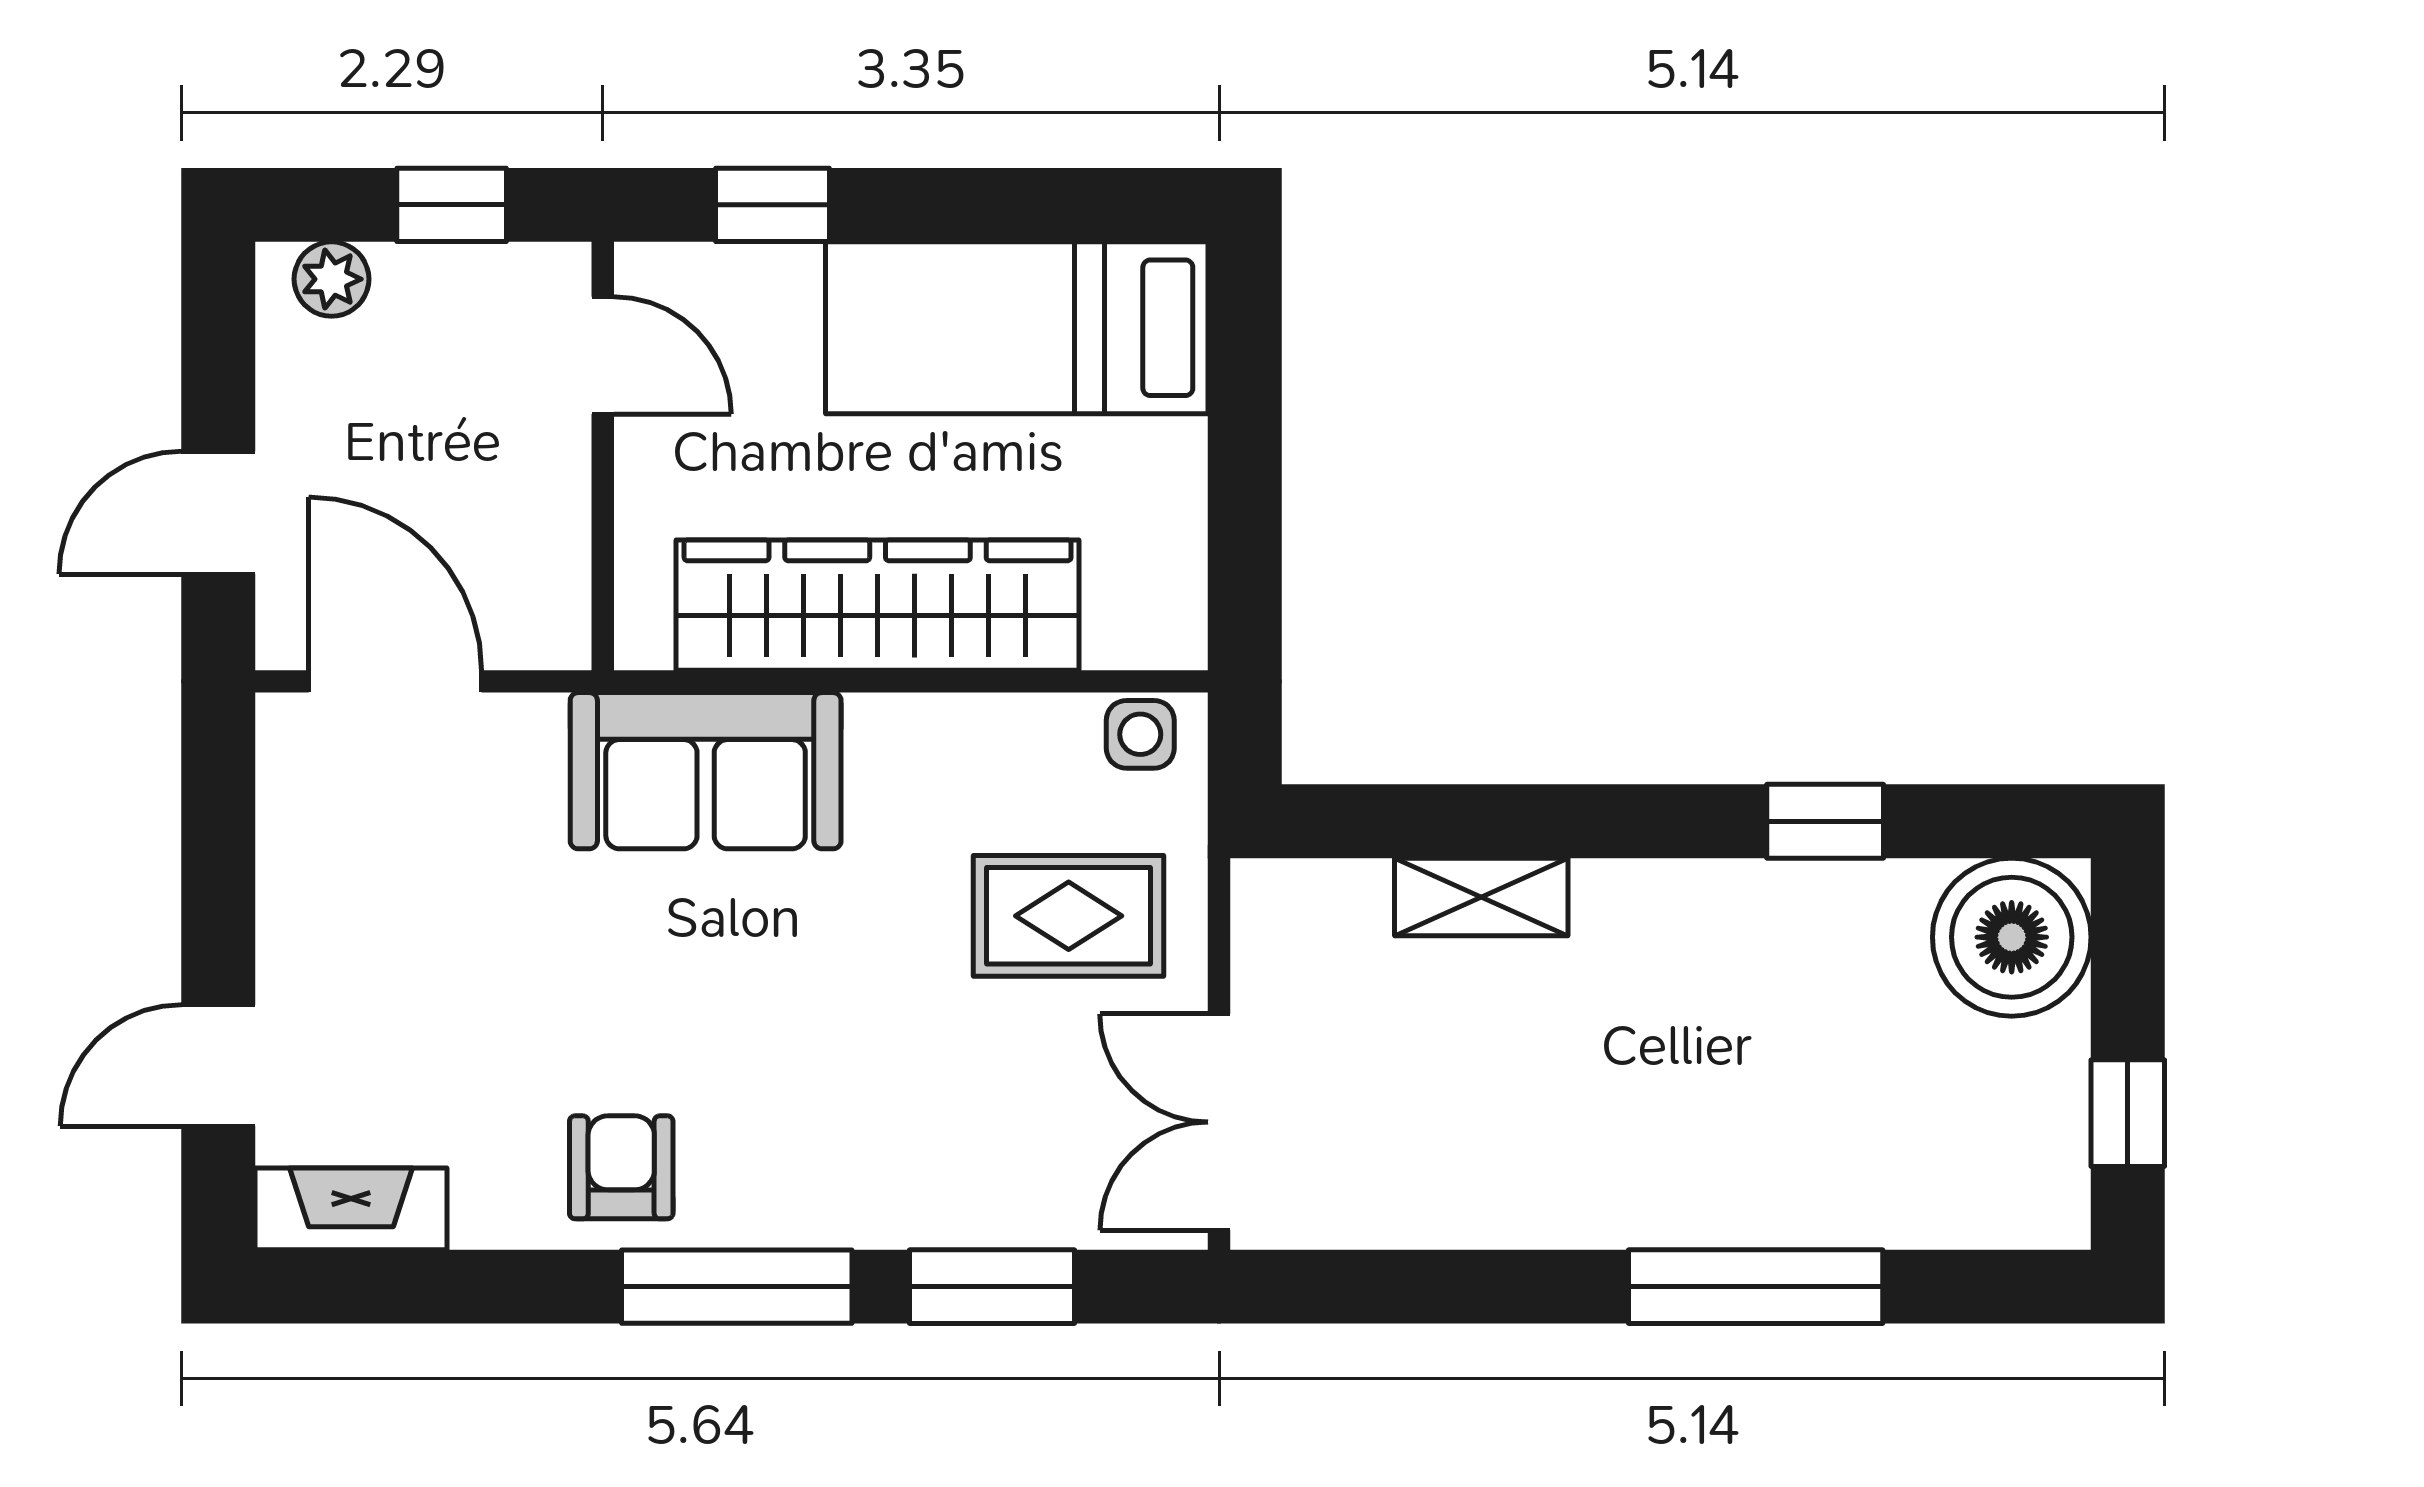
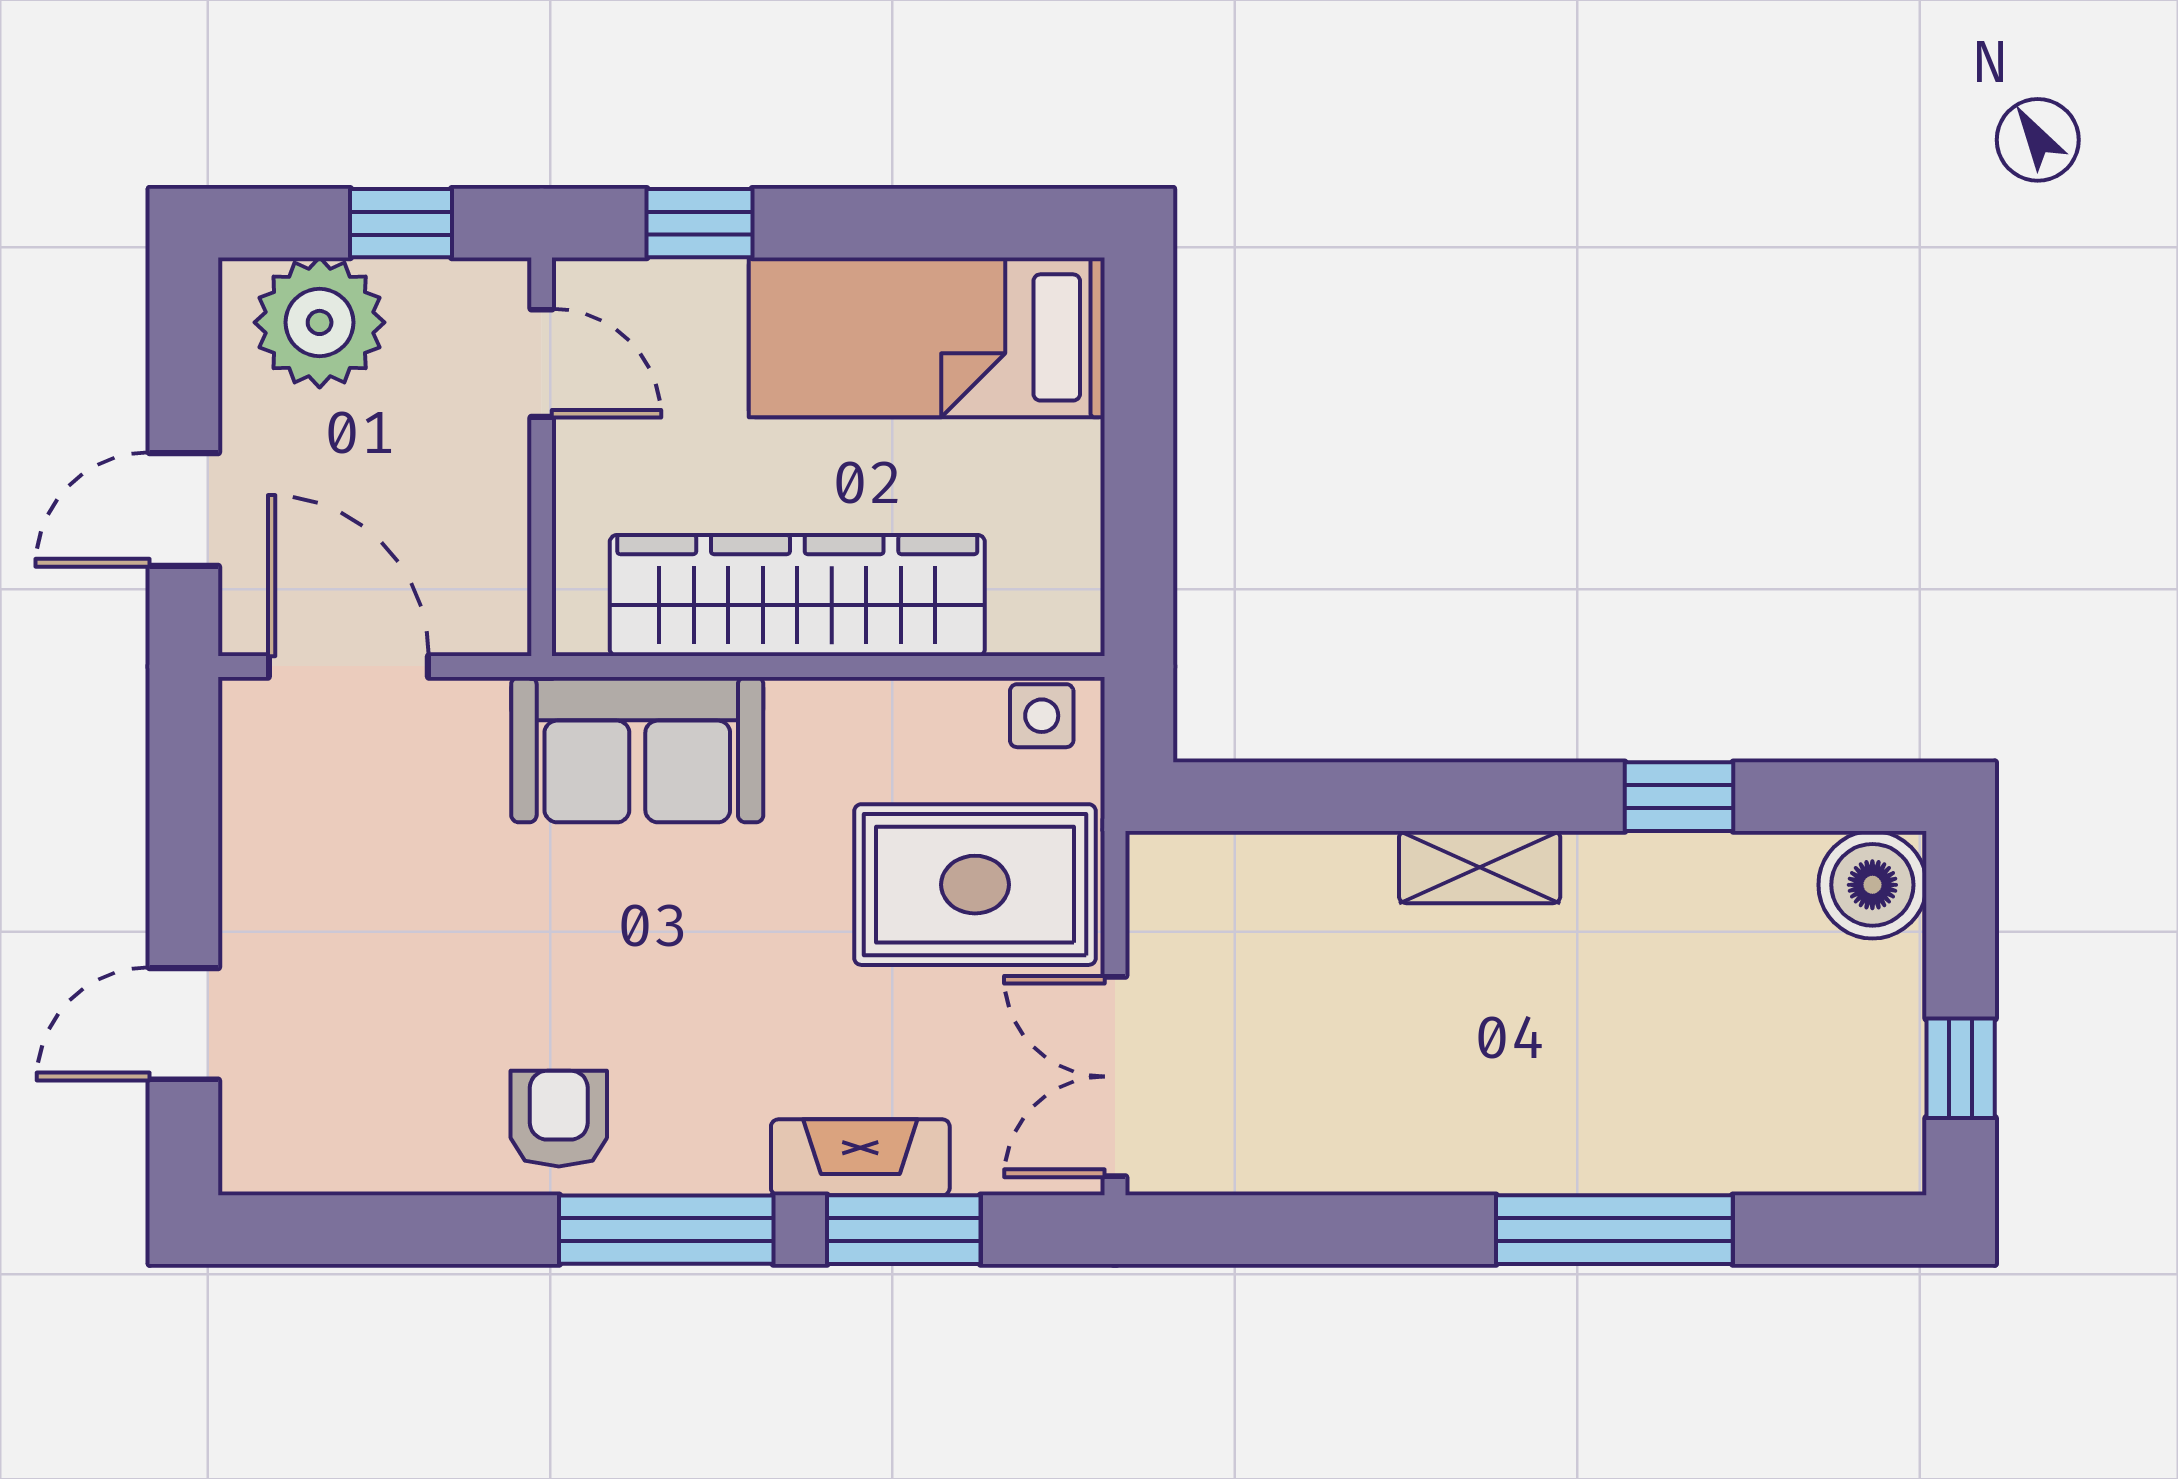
plant: (332, 279) -> (320, 322), width x1.88, depth x1.88
shelving: (1481, 897) -> (1480, 867), moved
rug: (1069, 916) -> (975, 885), width x1.36, depth x1.43
boiler: (2012, 937) -> (1872, 885), width x0.73, depth x0.73
fireplace: (351, 1209) -> (860, 1157), moved

